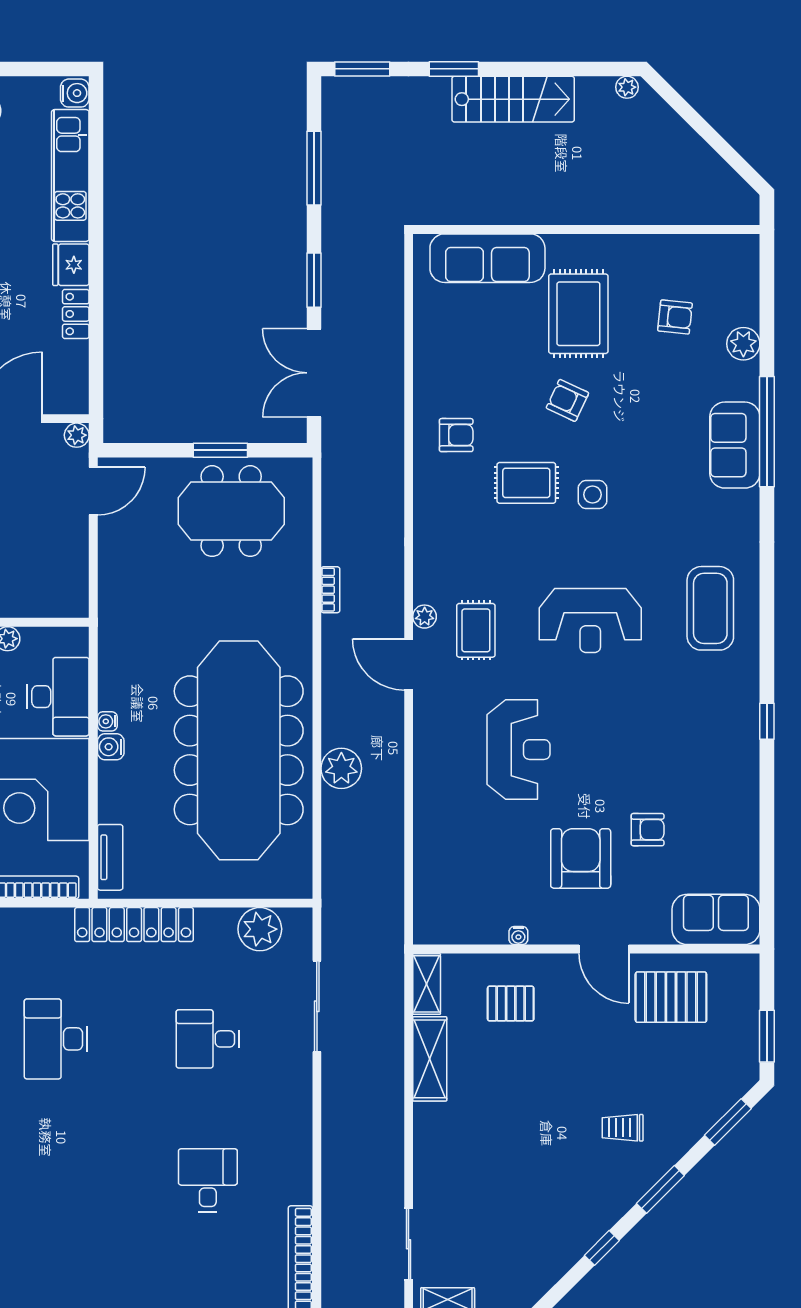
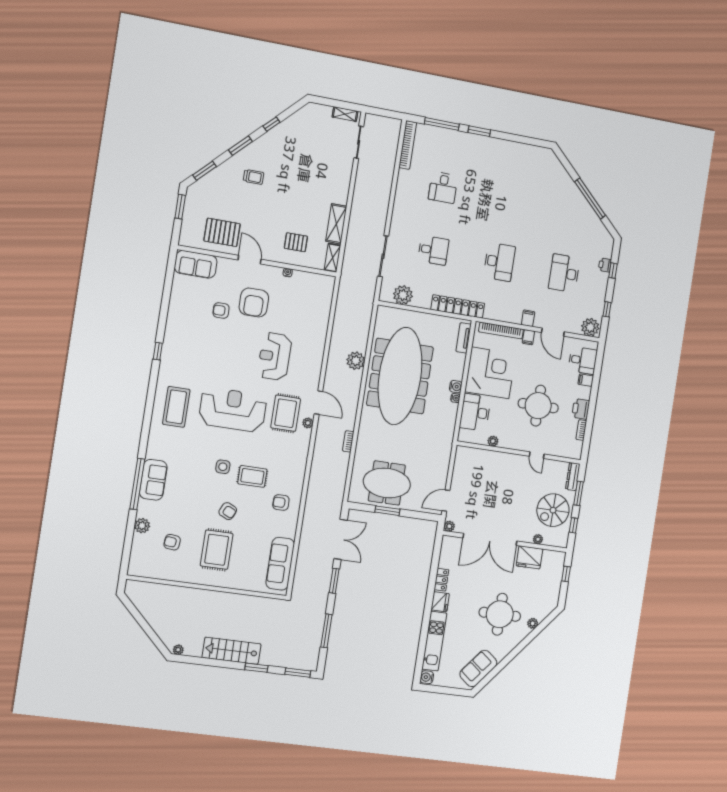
sofa: (487, 258) -> (280, 564), moved, turned -90
reception desk: (590, 621) -> (233, 410), width x1.36, depth x1.30
rug: (476, 630) -> (286, 413), width x1.36, depth x1.43

